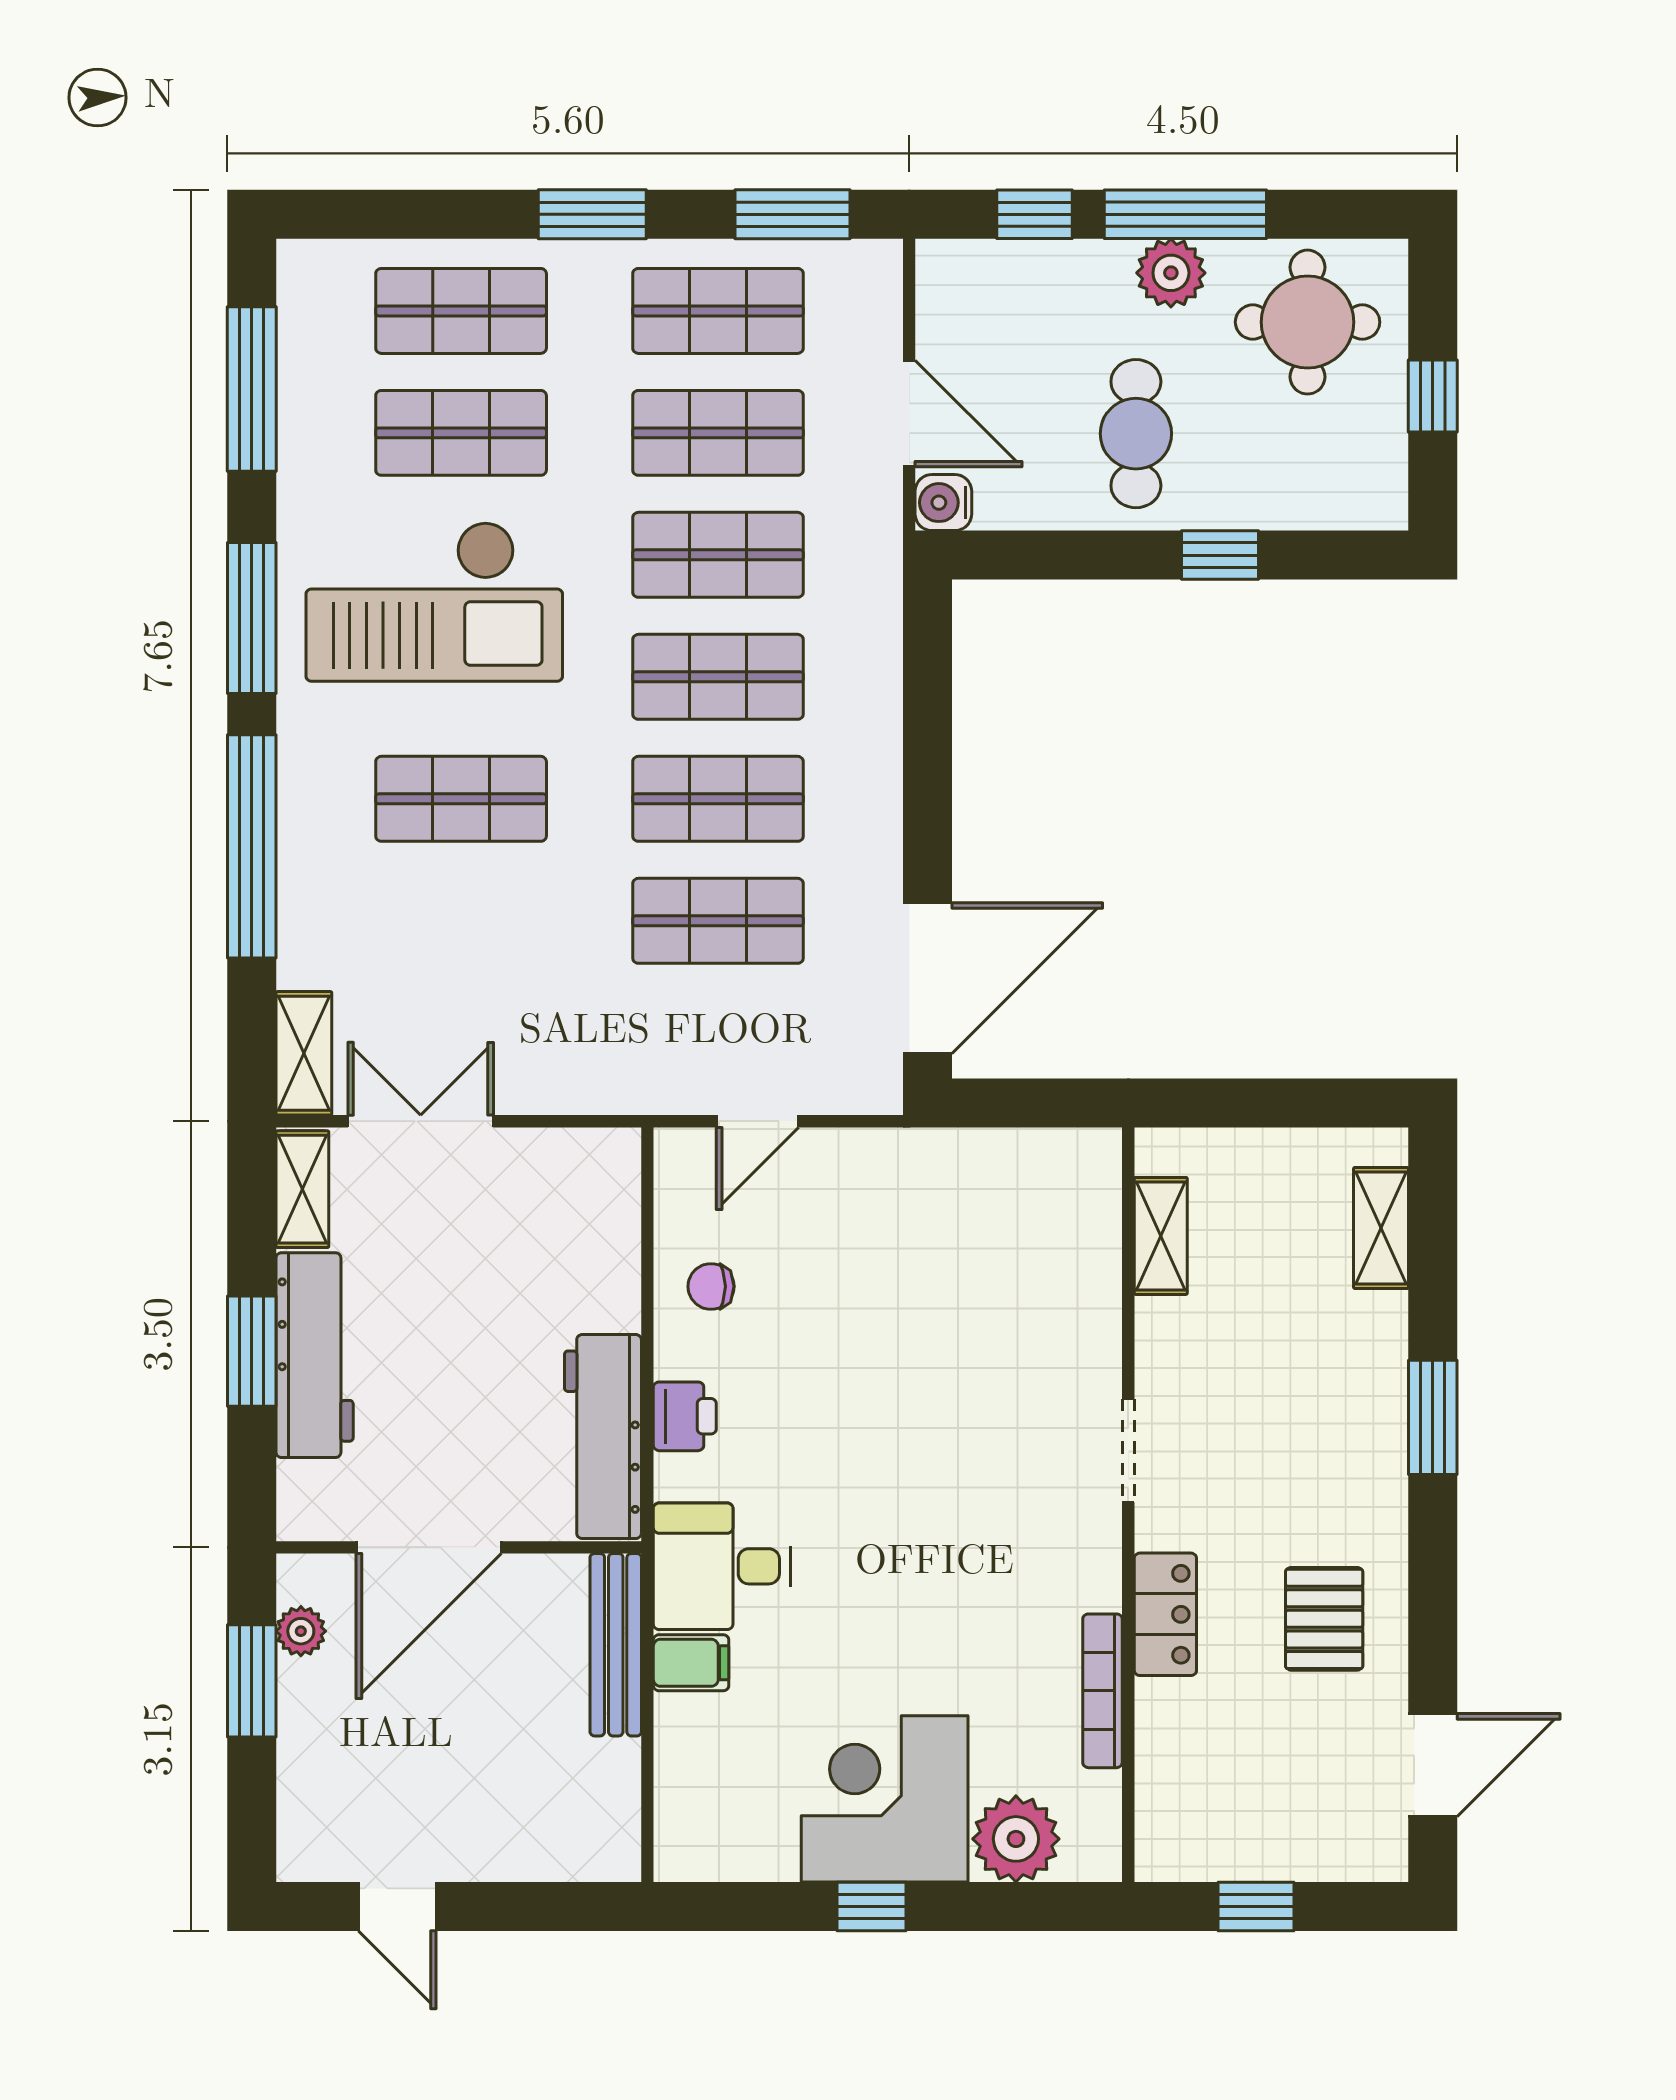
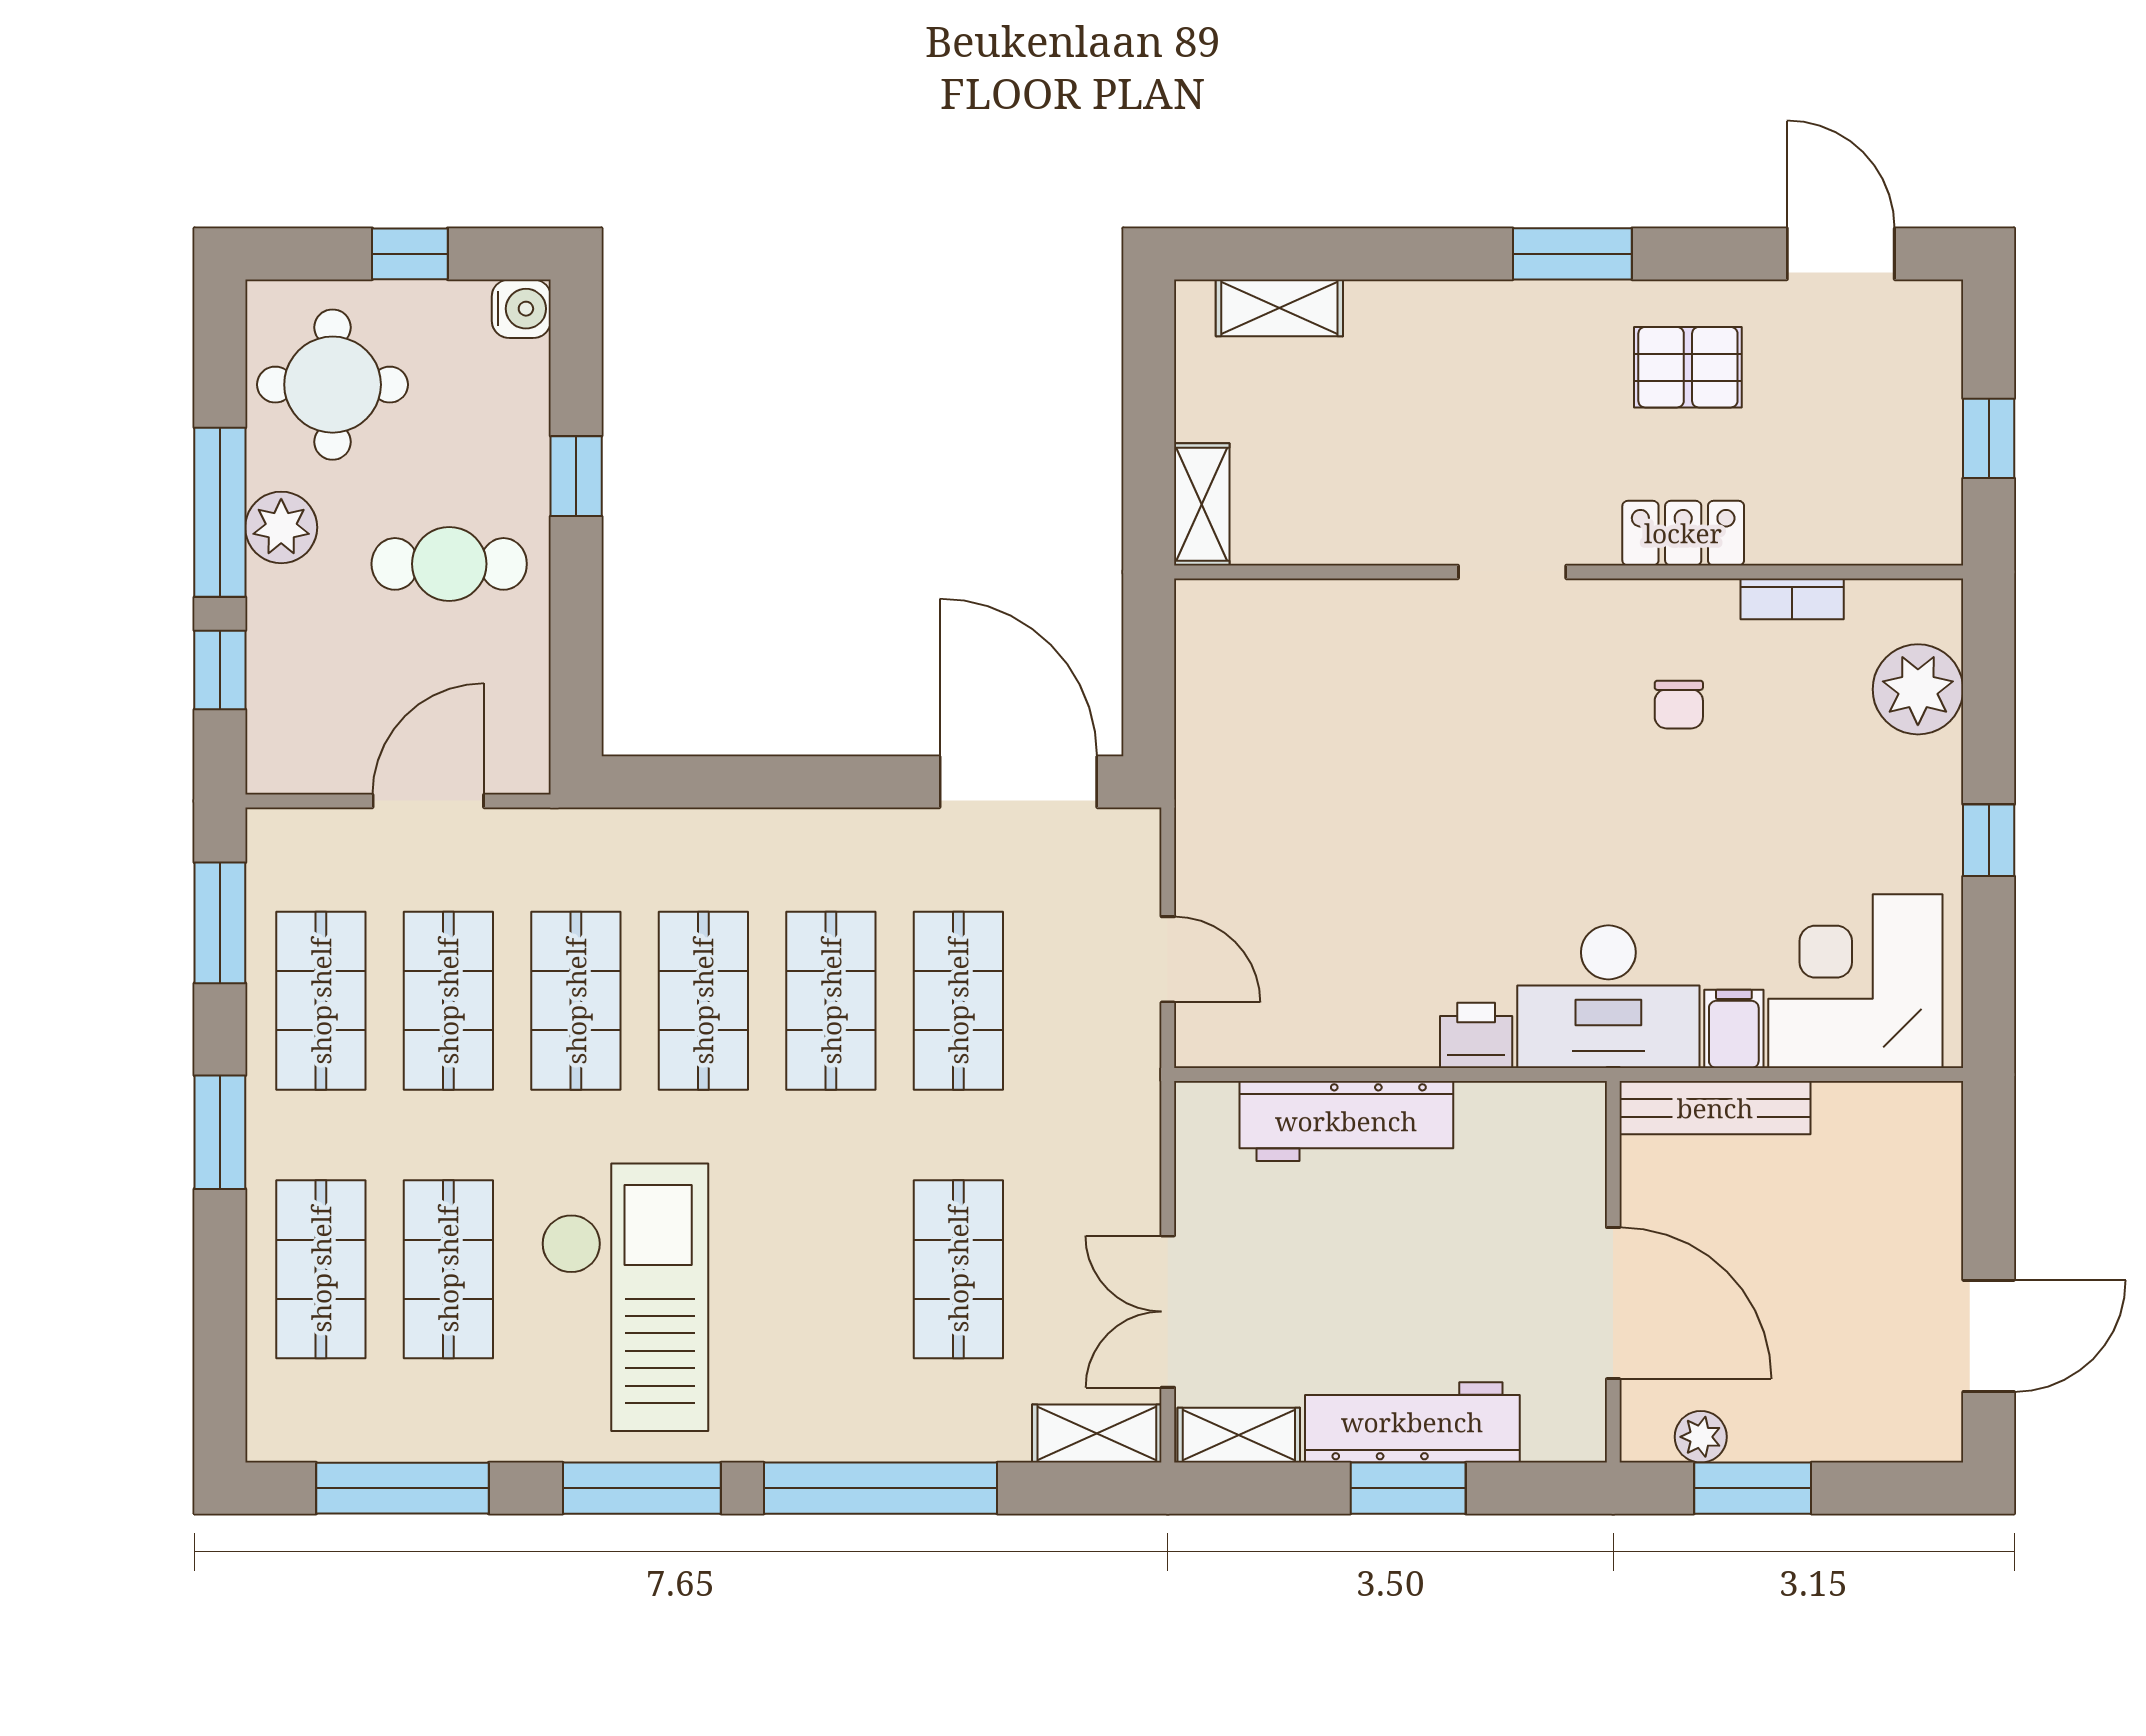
water cooler: (943, 503) -> (521, 309), moved, turned -90
shop shelf: (461, 799) -> (958, 1269), moved
shelving: (1161, 1236) -> (1202, 504), moved, turned 90
chair: (711, 1286) -> (1679, 705), moved
window: (1433, 1417) -> (1572, 254), moved
workbench: (603, 1437) -> (1346, 1121), moved
desk: (722, 1566) -> (1608, 997), width x1.37
bookcase: (1102, 1691) -> (1792, 599), width x0.64
corner desk: (885, 1799) -> (1855, 981), moved, turned 90
door: (397, 1907) -> (1989, 1336), width x1.37

